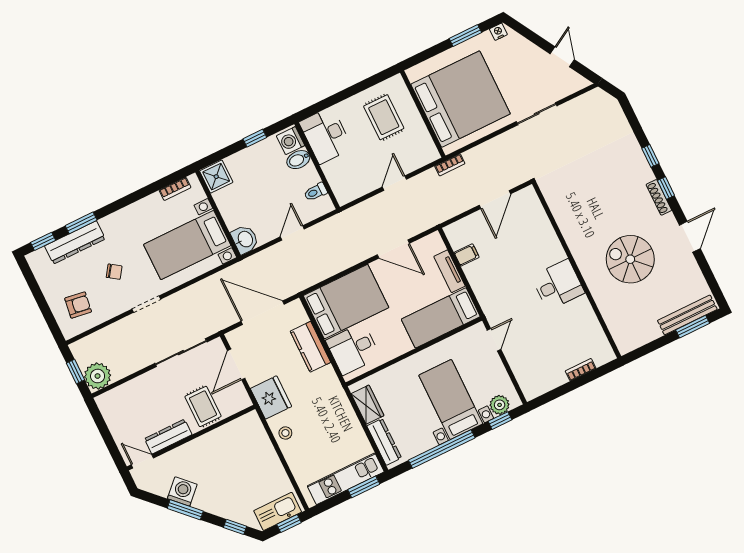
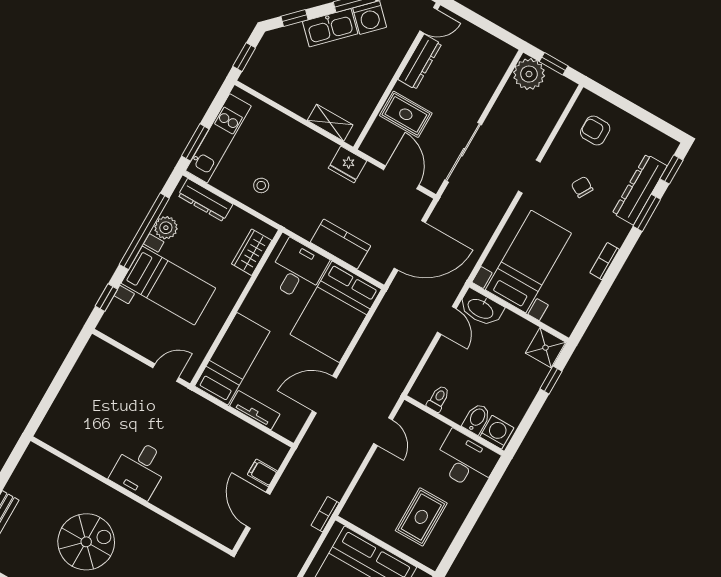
rug: (384, 117) -> (421, 517), turned 90
window: (255, 138) -> (551, 380), moved
door: (394, 183) -> (383, 432), moved
bookcase: (175, 189) -> (605, 261), moved
door: (292, 233) -> (447, 320), moved
washbasin: (245, 239) -> (481, 308), width x1.38
filing cabinet: (467, 255) -> (262, 473), moved, turned 90
chair: (114, 272) -> (582, 187), turned 85
armchair: (78, 305) -> (595, 131), turned 82
door: (494, 340) -> (166, 373), swing flipped
bookcase: (581, 370) -> (61, 401), removed
fridge: (271, 397) -> (348, 164), width x0.73, depth x0.75
wardrobe: (367, 405) -> (252, 252), moved, turned 90
plant: (500, 405) -> (166, 228), moved
stool: (285, 433) -> (261, 185), moved
shelving: (260, 437) -> (330, 123), added
kitchen sink: (278, 511) -> (330, 28), moved, turned 45

